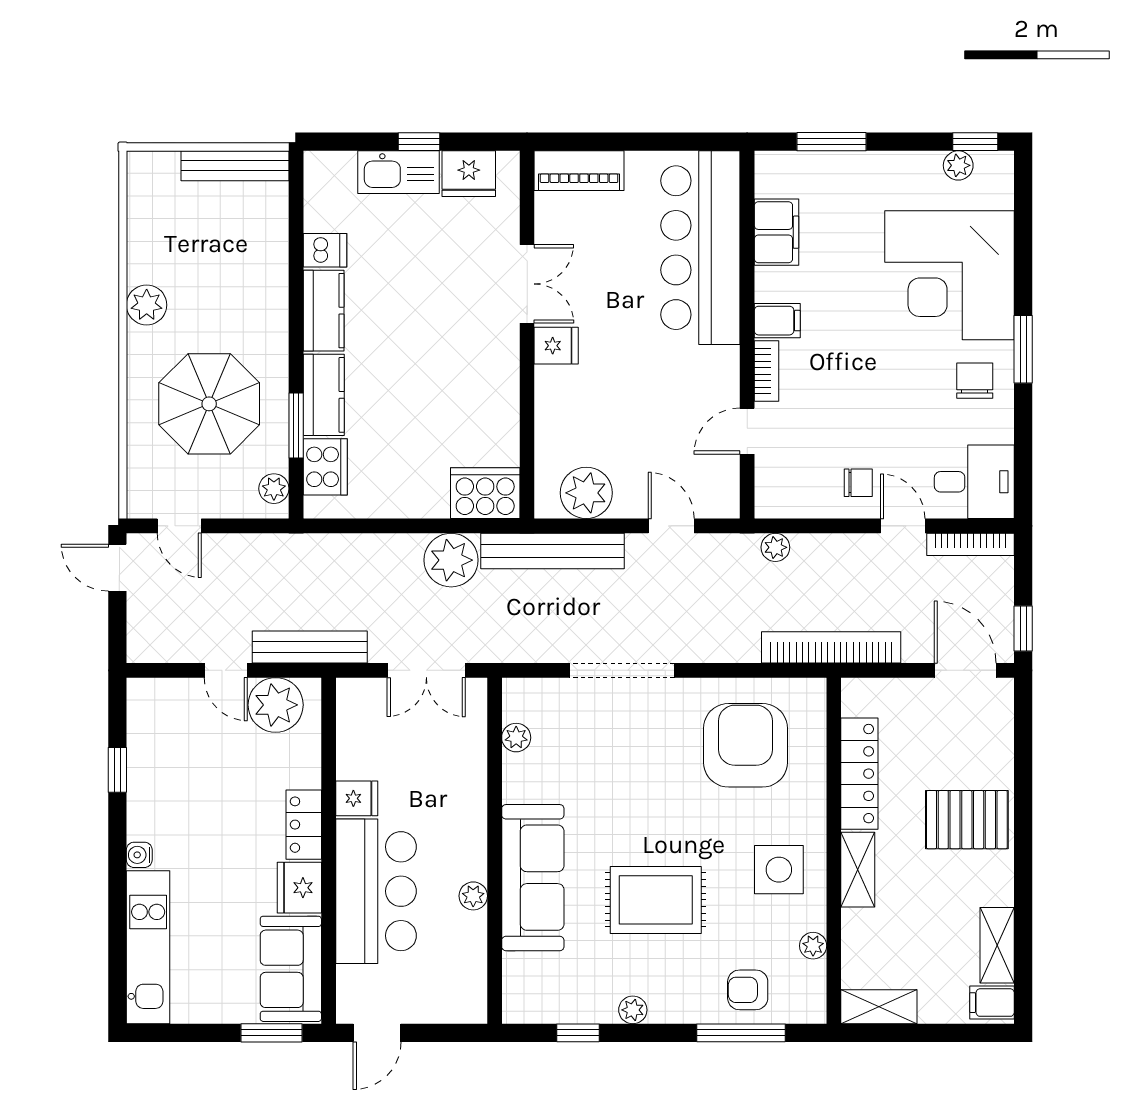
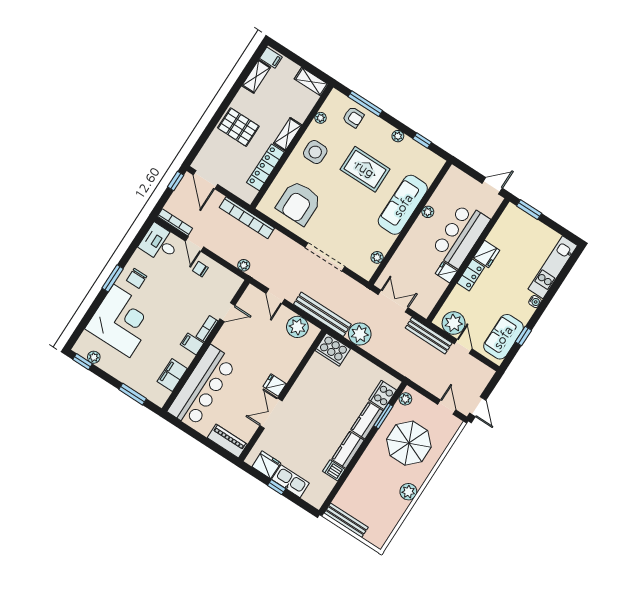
sofa: (291, 969) -> (503, 337), moved, turned 180

